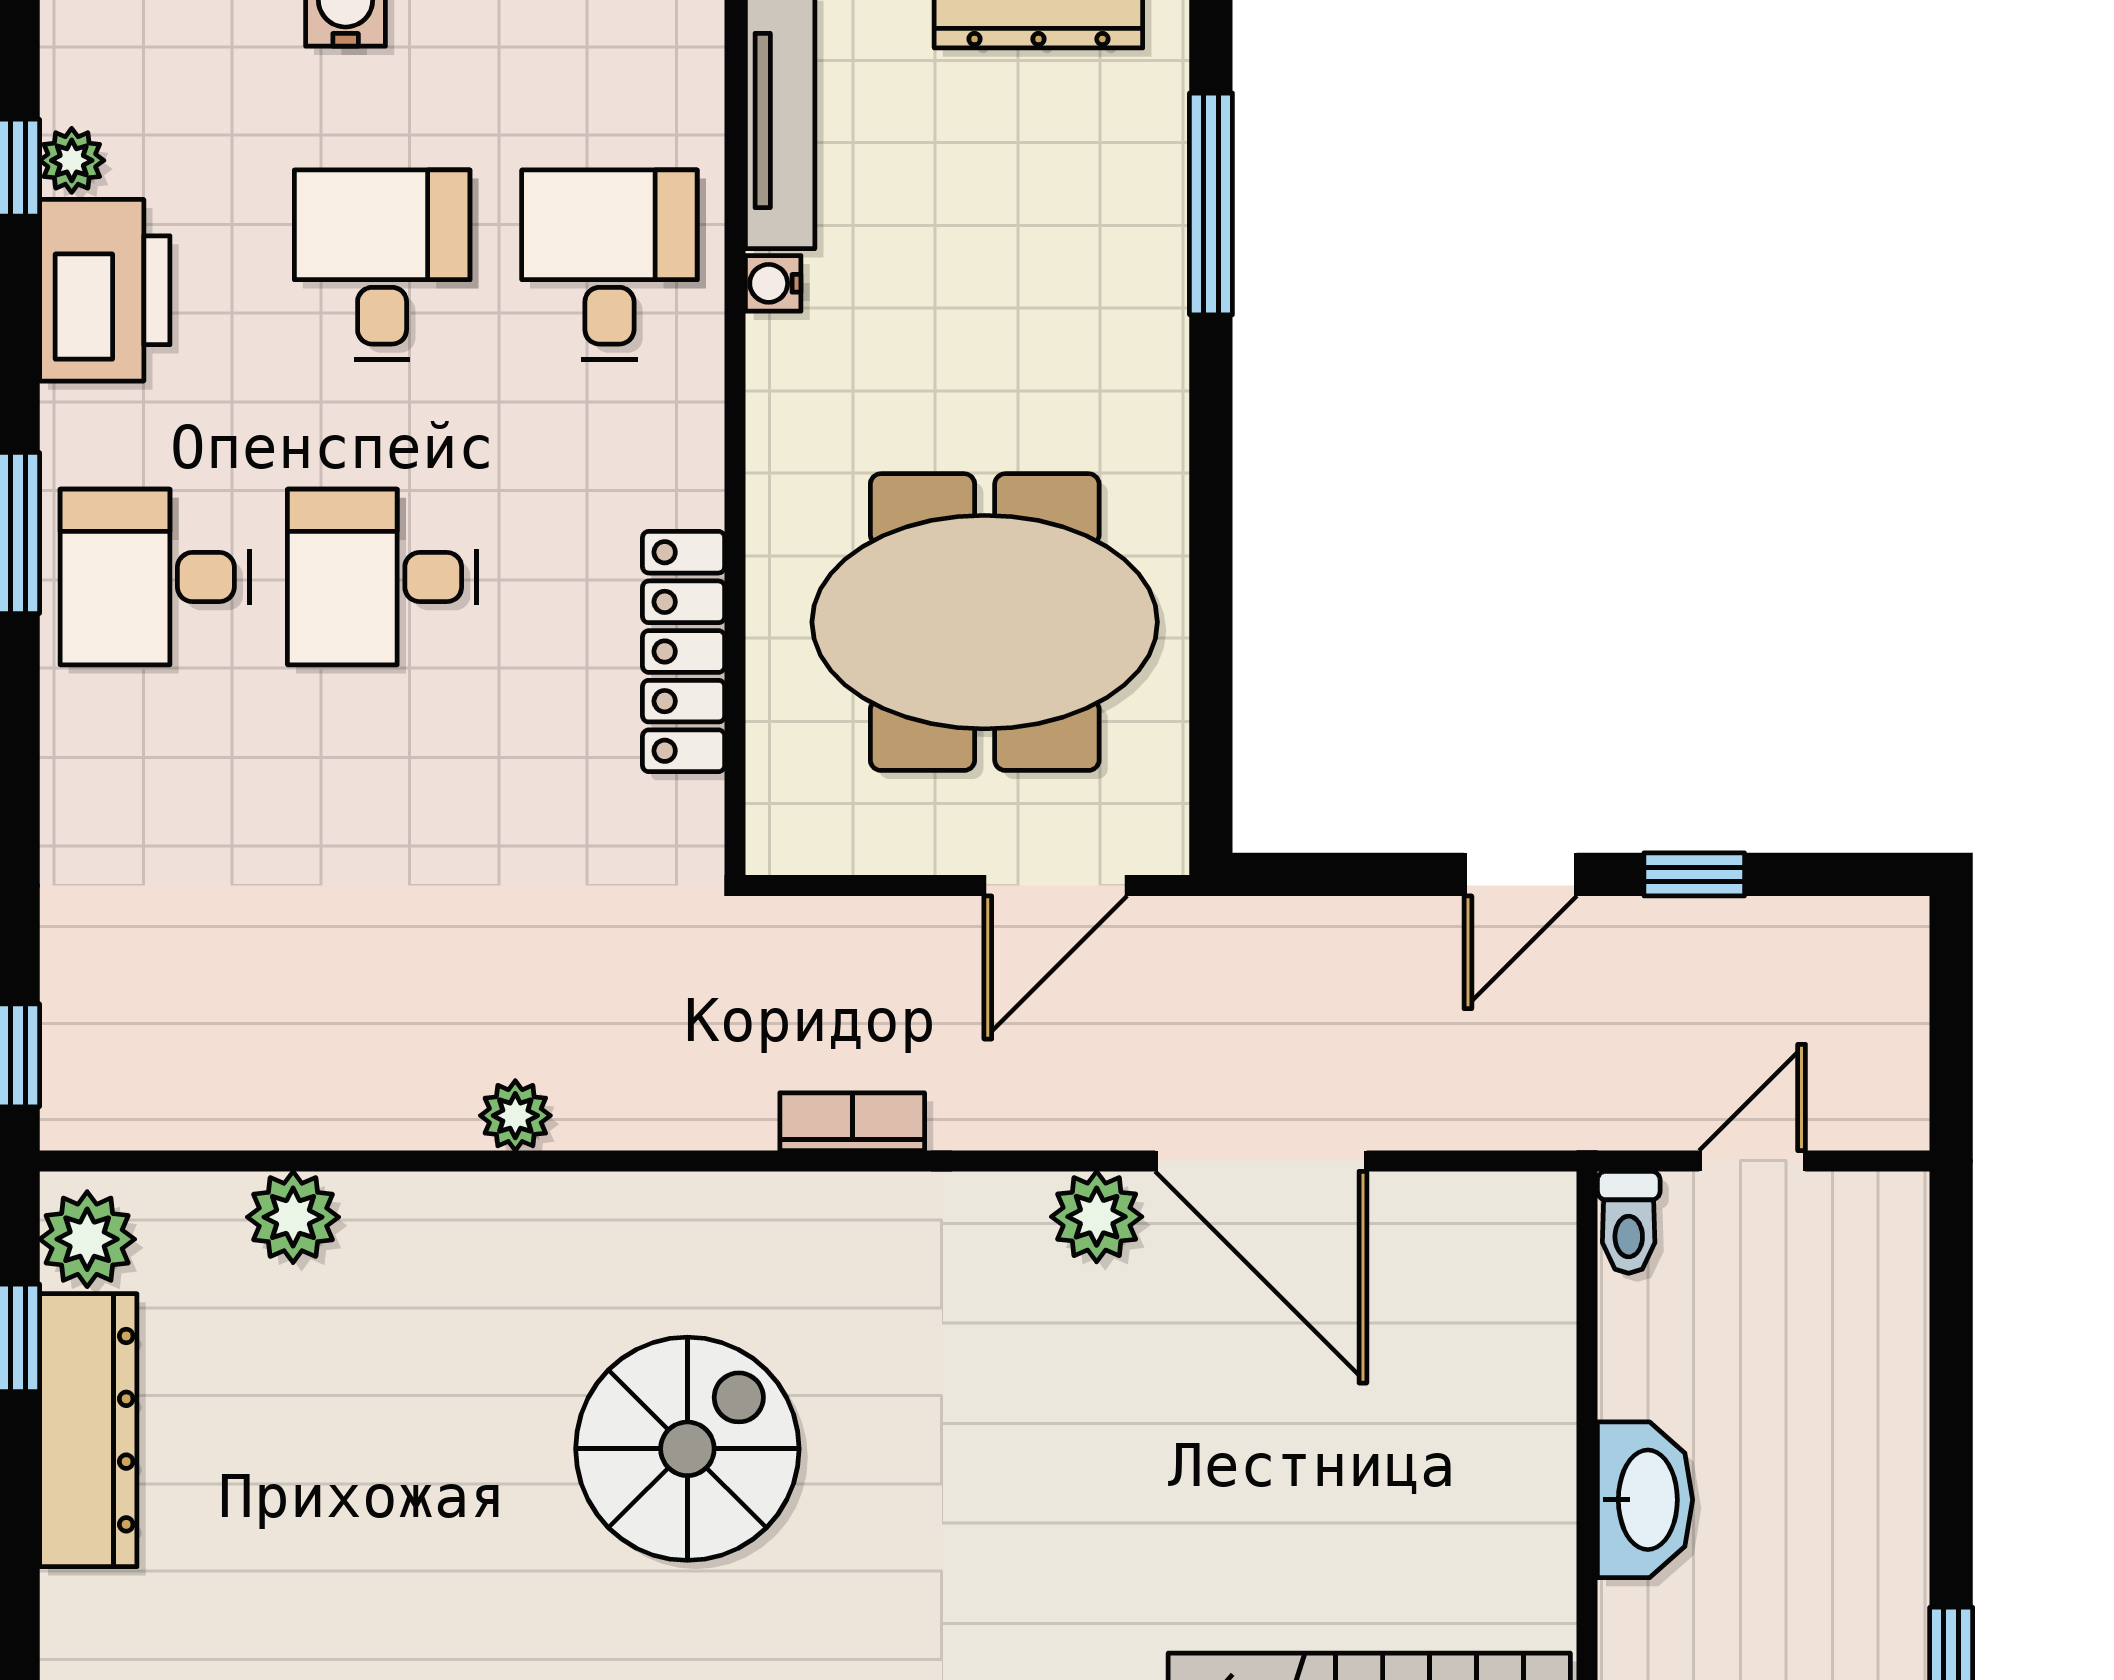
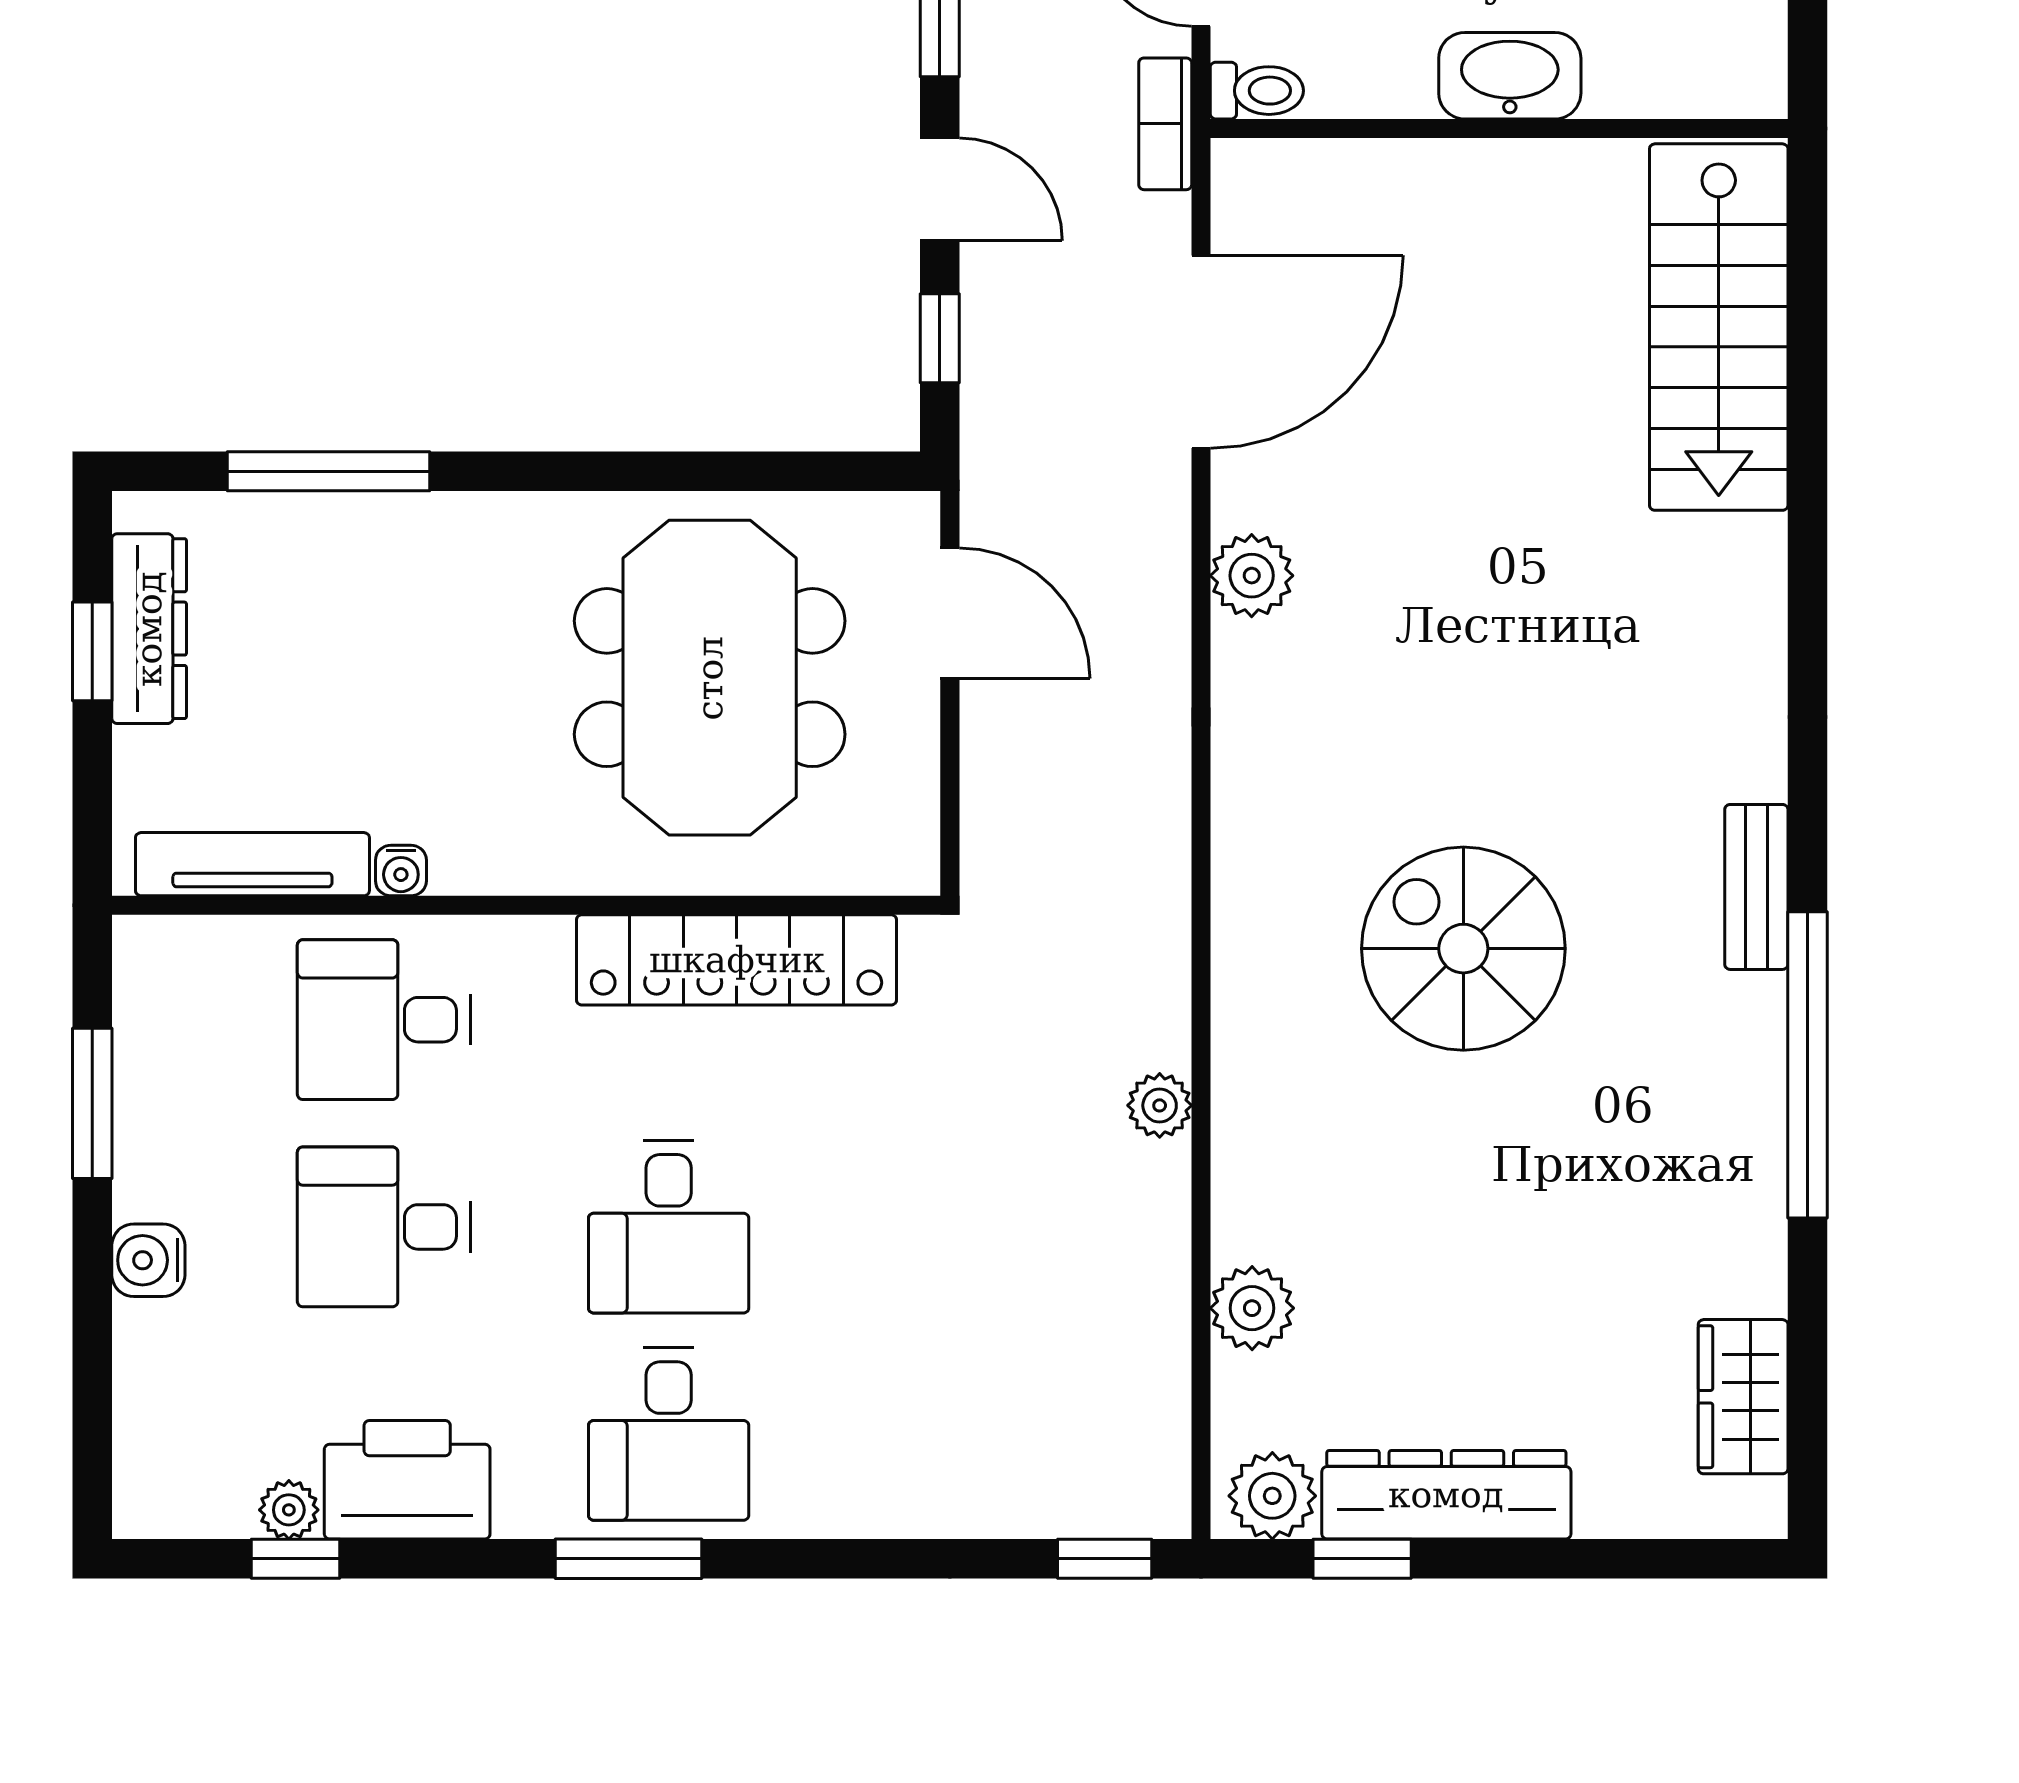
locker: (684, 651) -> (737, 960), width x1.41, depth x1.21
window: (1357, 874) -> (940, 338), added
bookcase: (852, 1122) -> (1165, 124), moved
door: (1261, 1161) -> (1201, 352), moved

